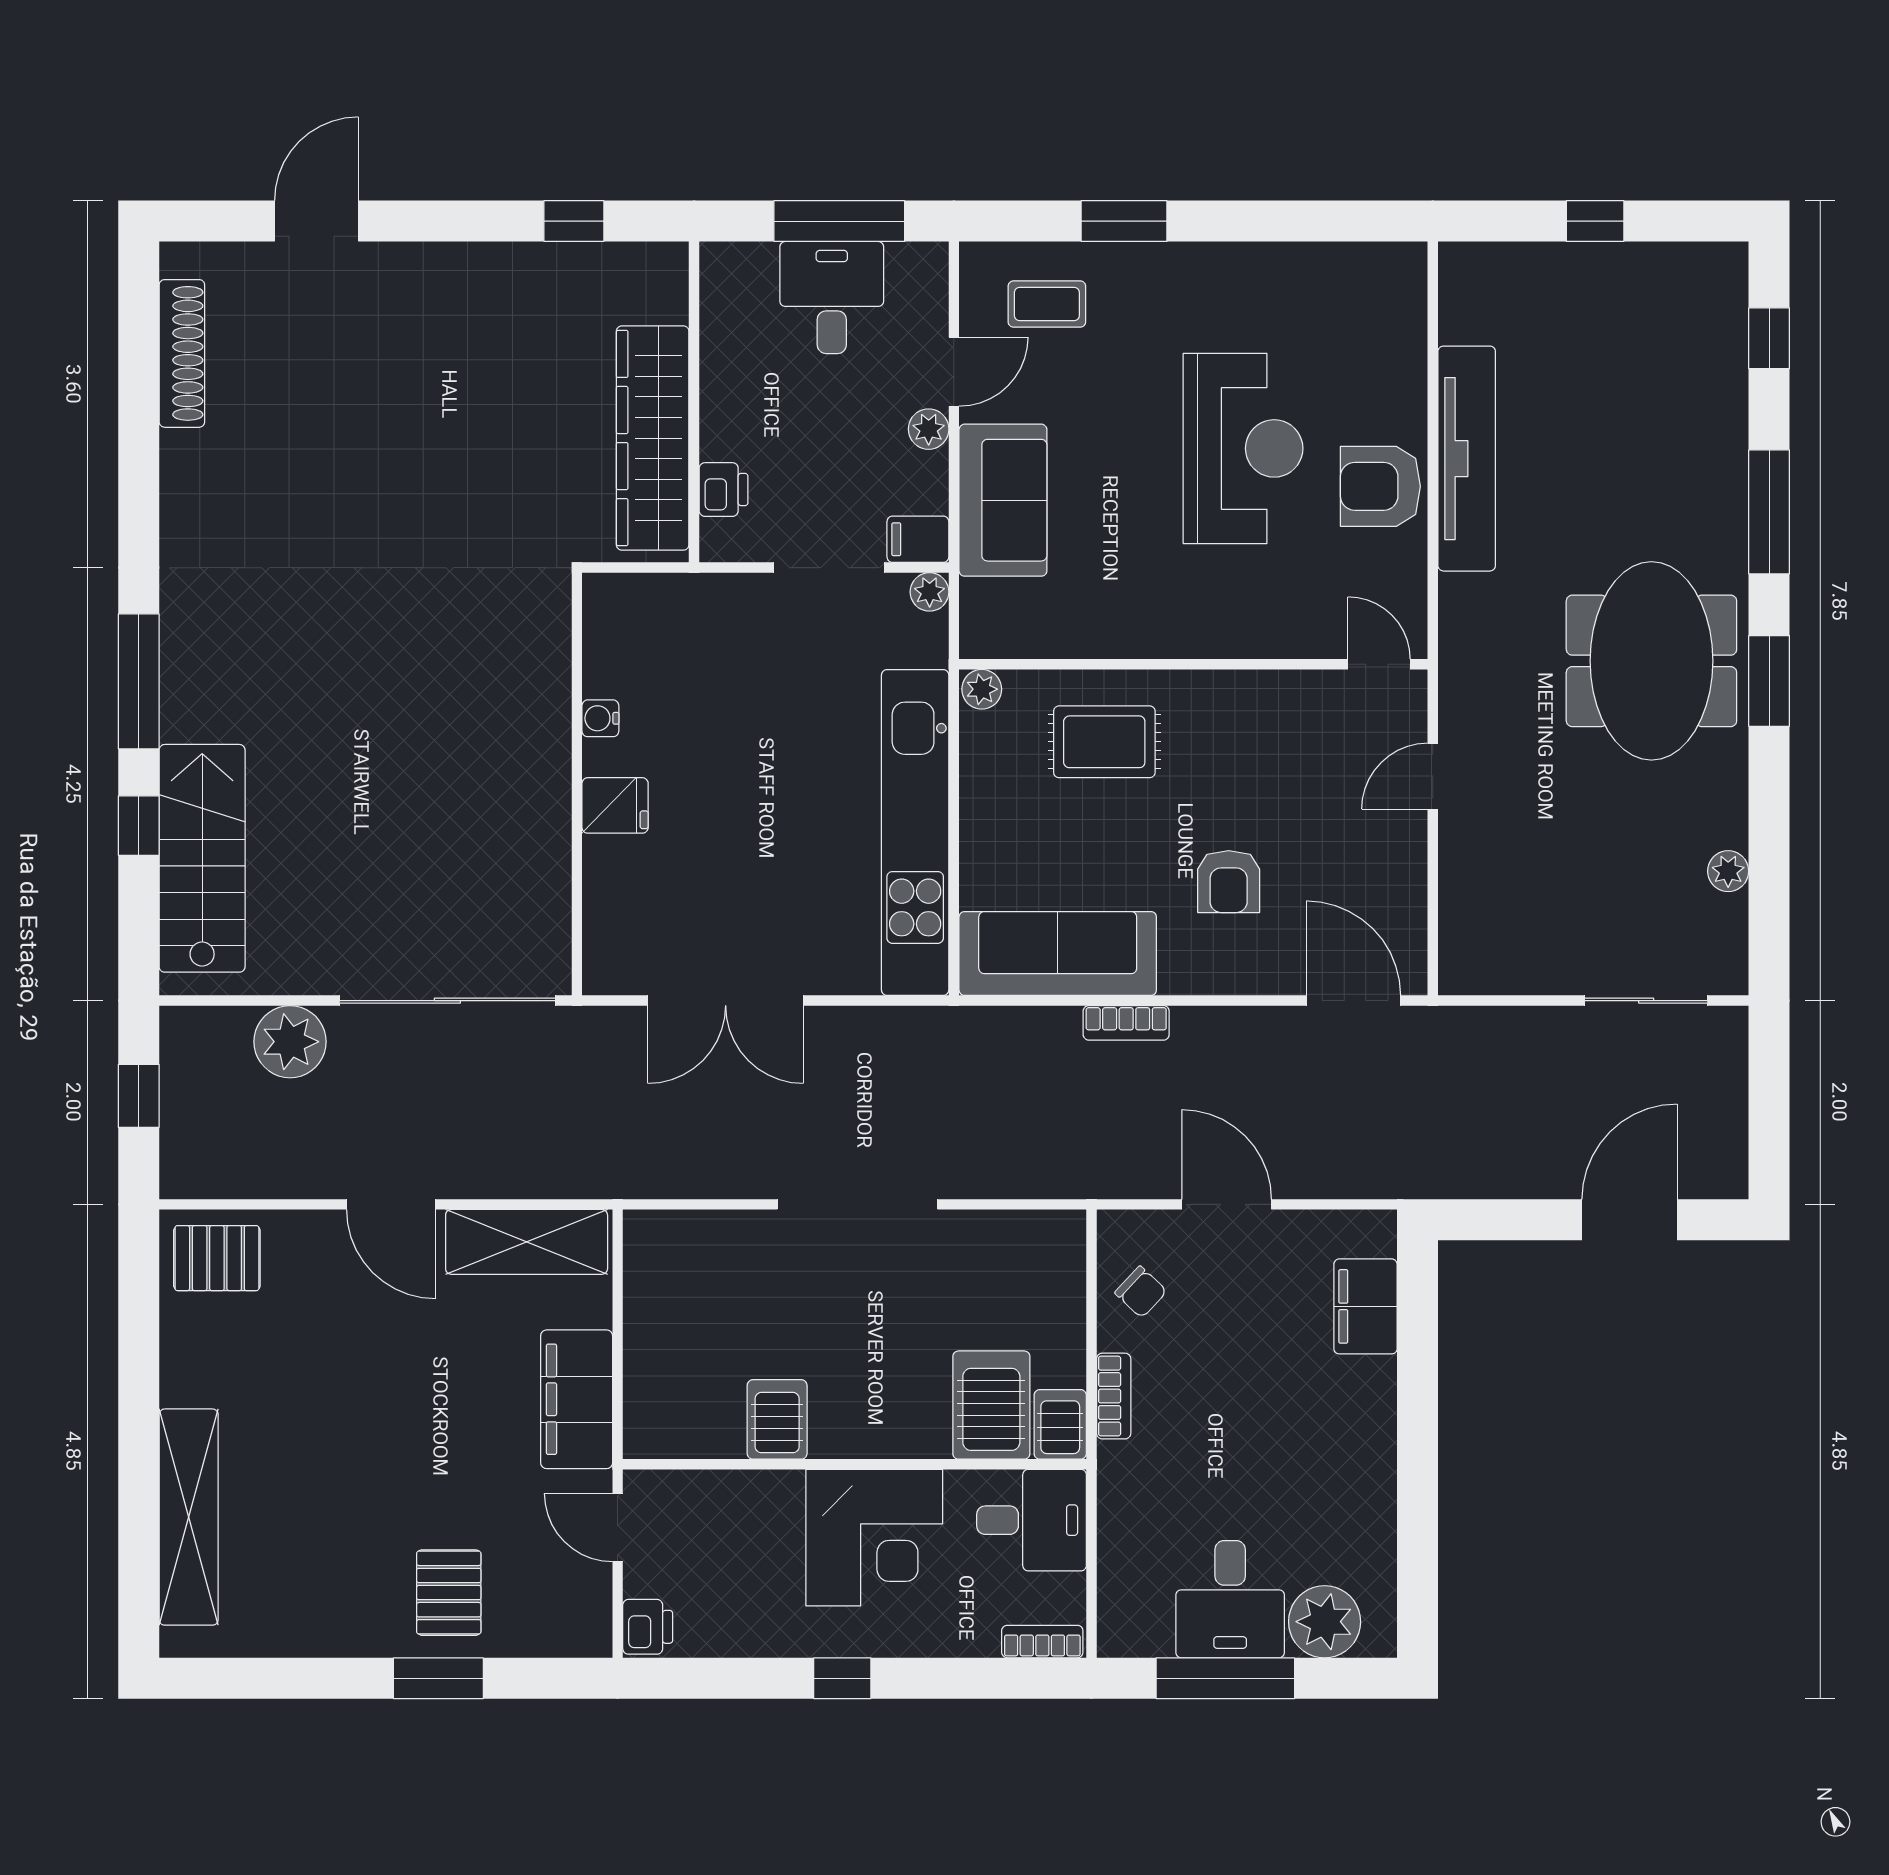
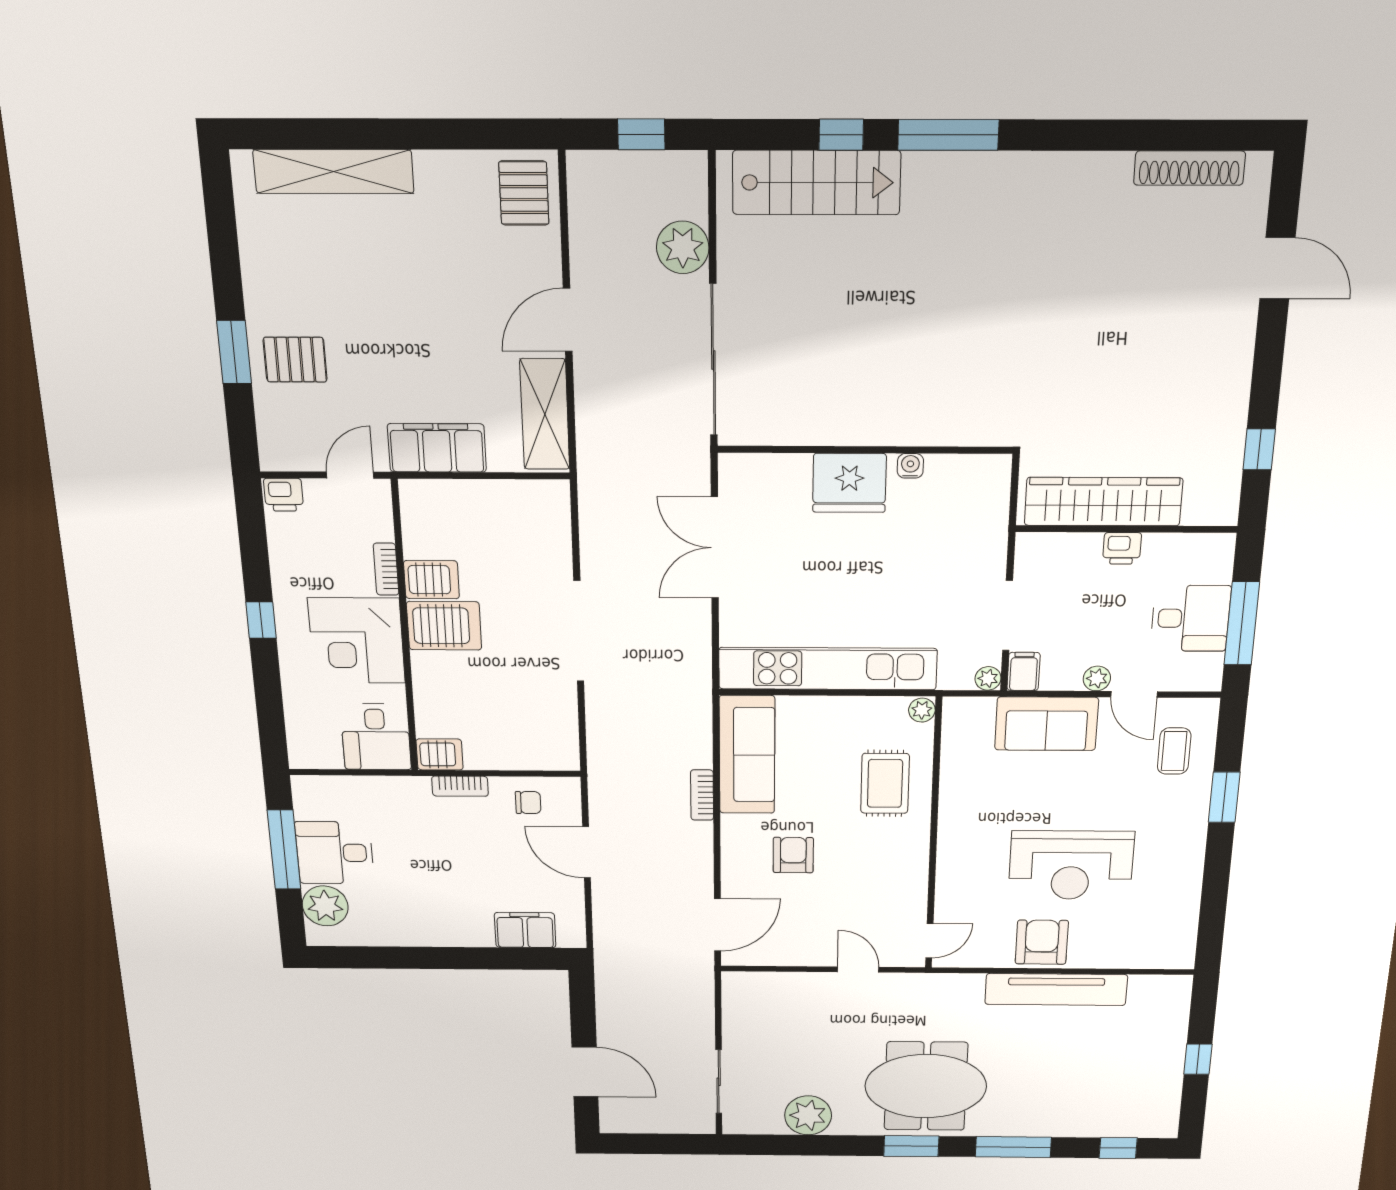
printer: (724, 490) -> (1122, 548), moved
fridge: (615, 805) -> (849, 483), width x1.88, depth x1.34
plant: (1728, 871) -> (808, 1115), width x1.87, depth x1.87
armchair: (1229, 882) -> (793, 855), turned 90
door: (1227, 1204) -> (586, 852), swing flipped
chair: (1141, 1292) -> (528, 803), turned -133
server rack: (991, 1405) -> (444, 626), moved
bookcase: (1042, 1642) -> (386, 569), moved, turned 180

